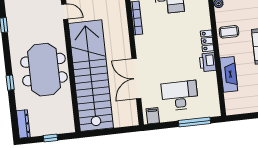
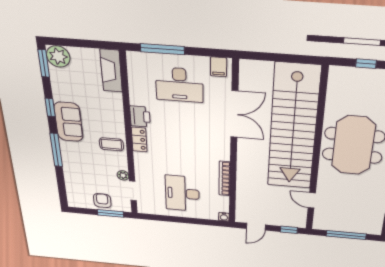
fireplace: (229, 74) -> (111, 71), moved

